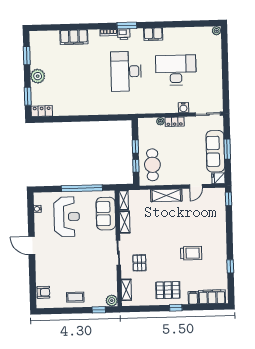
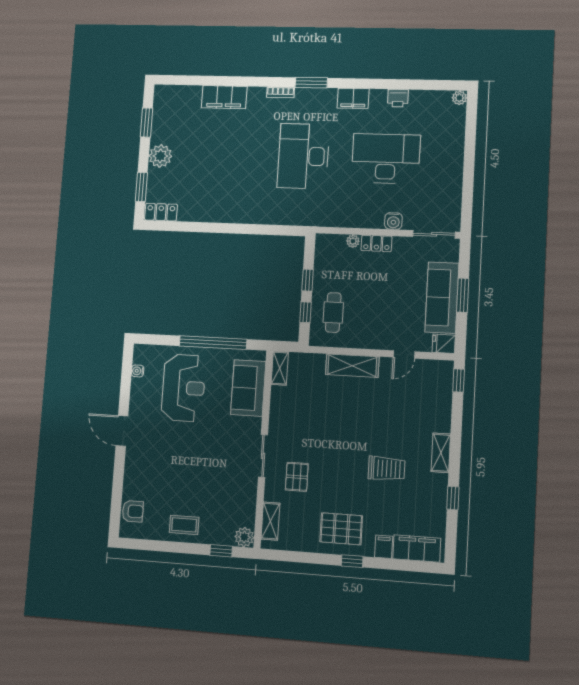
printer: (124, 34) -> (398, 98), moved
cafe table: (152, 165) -> (333, 312), width x0.73, depth x0.74
shelving: (125, 222) -> (441, 453), moved

